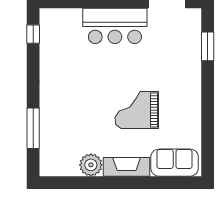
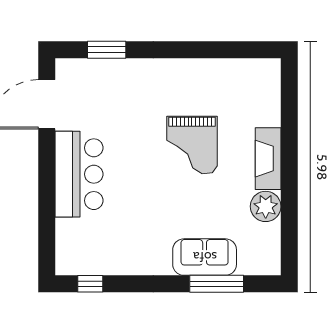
sofa: (175, 163) -> (205, 257), moved, turned 90

